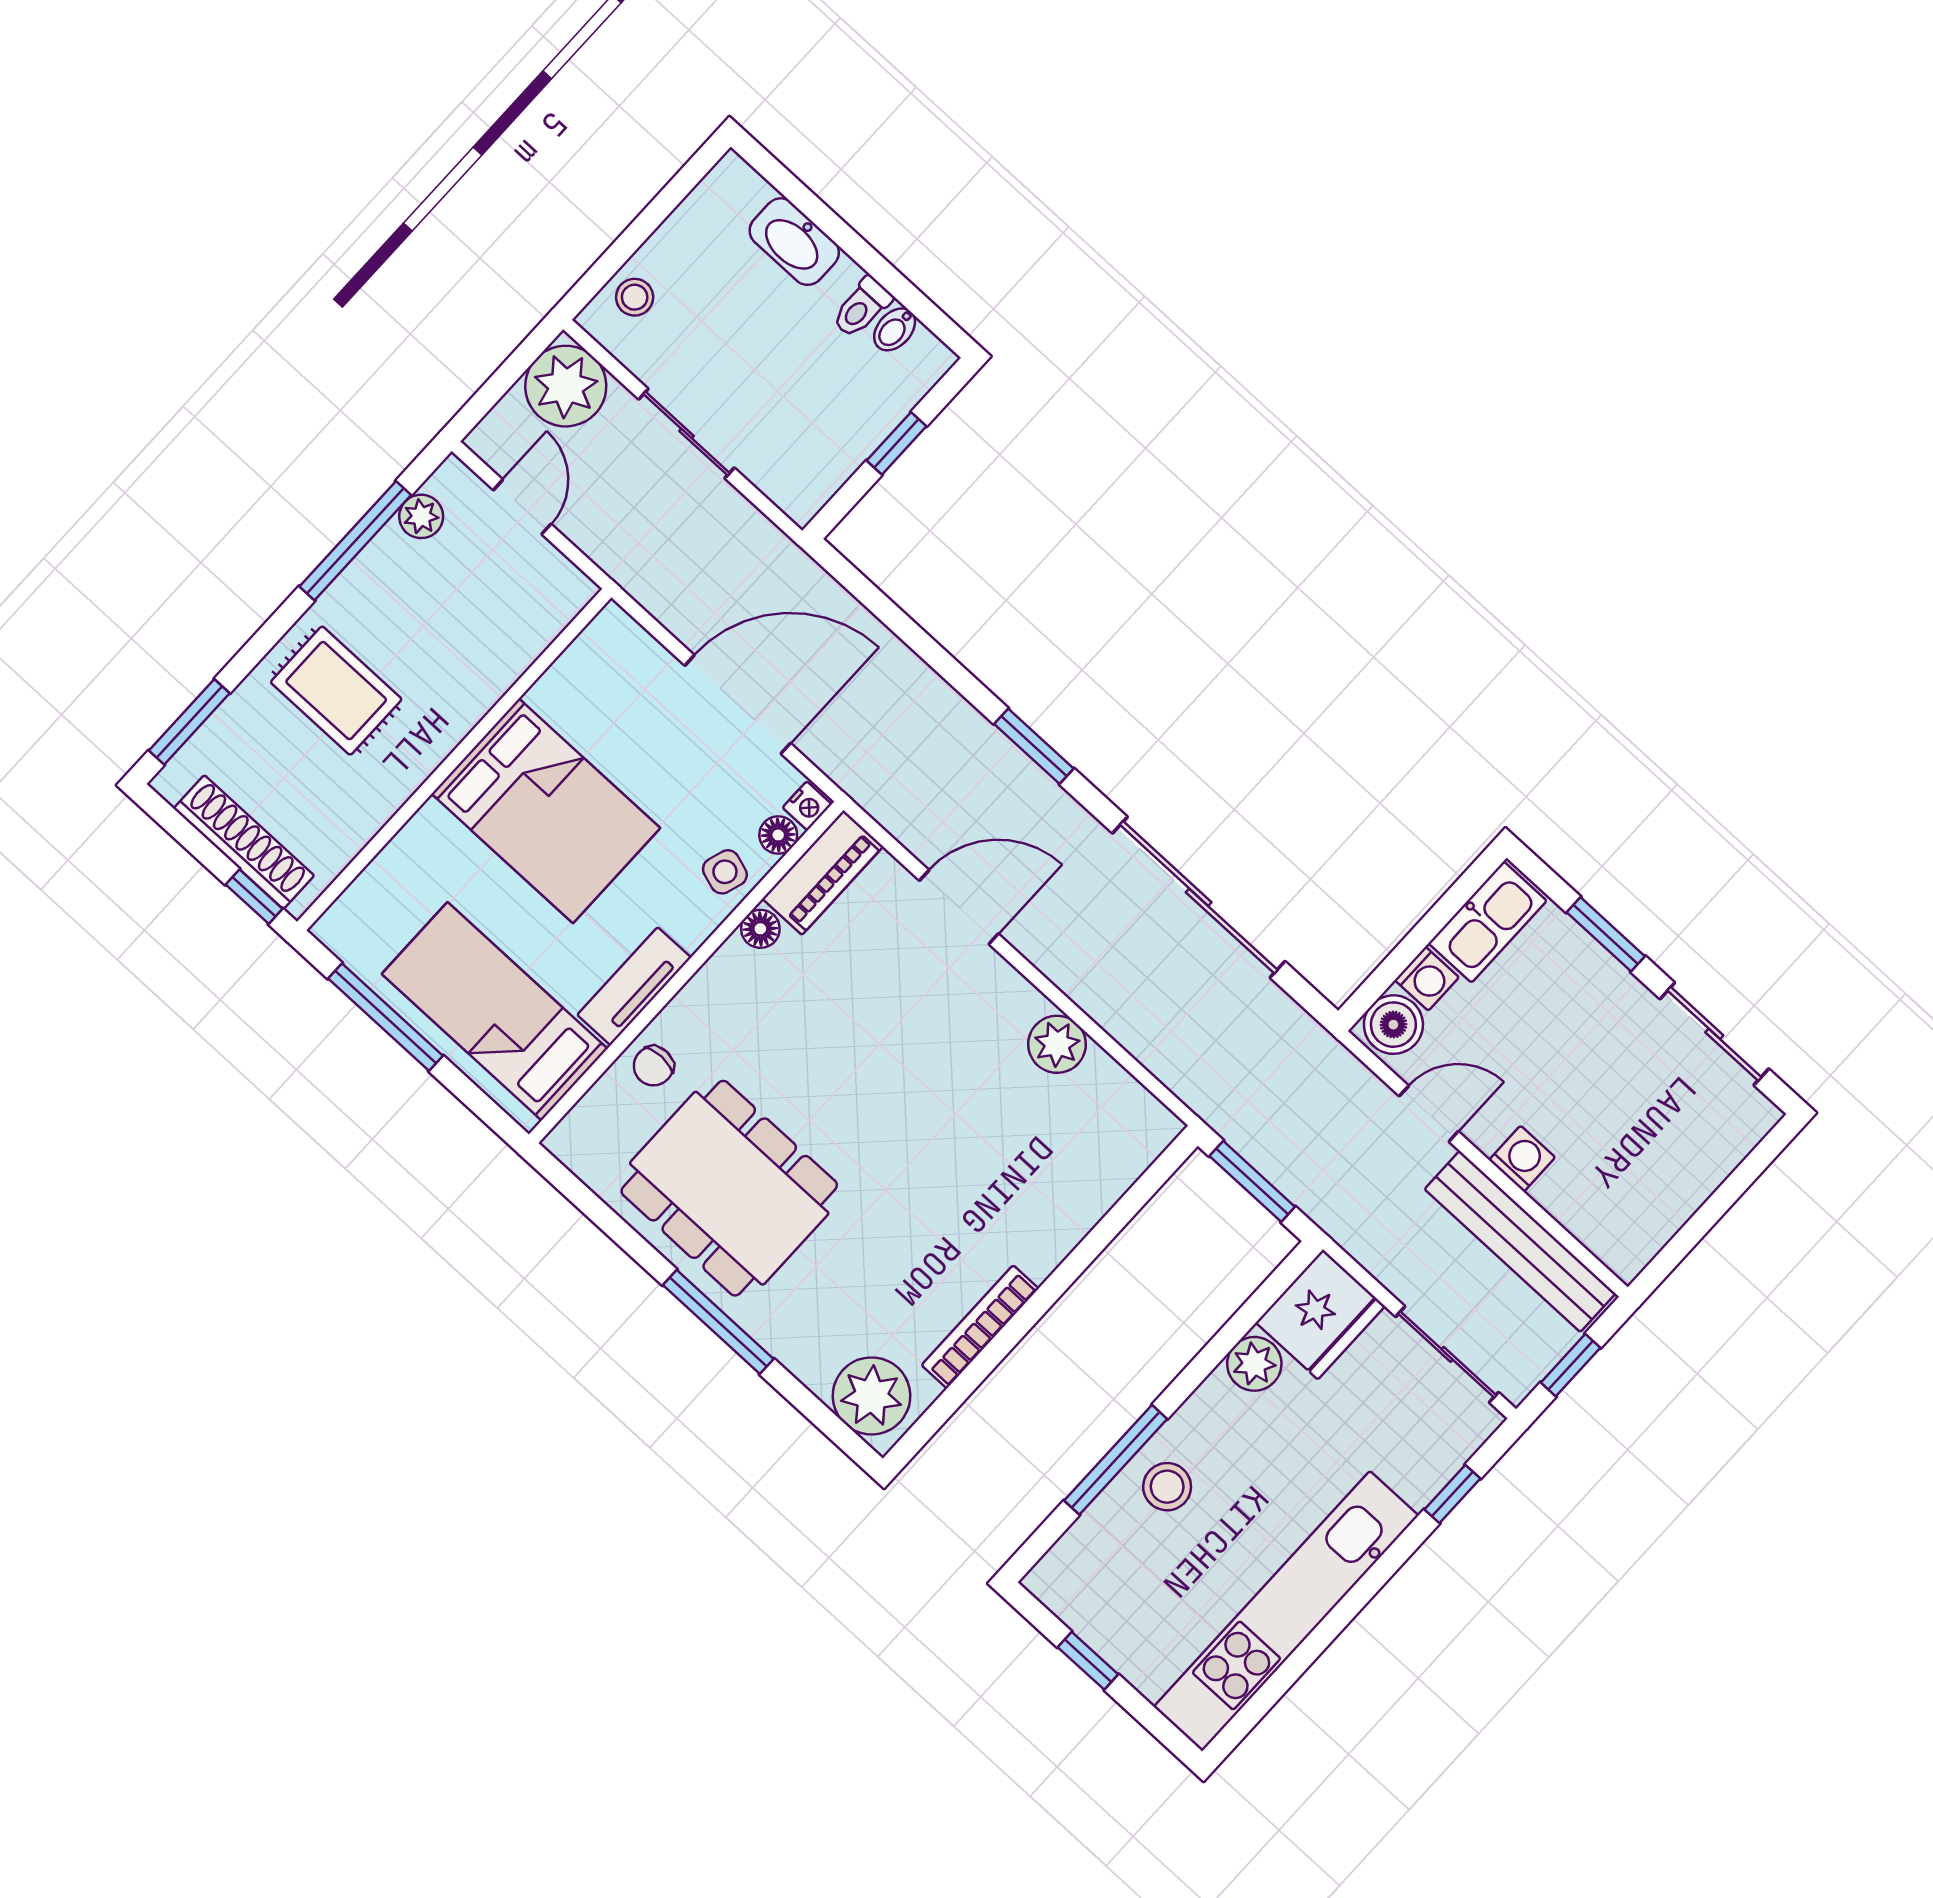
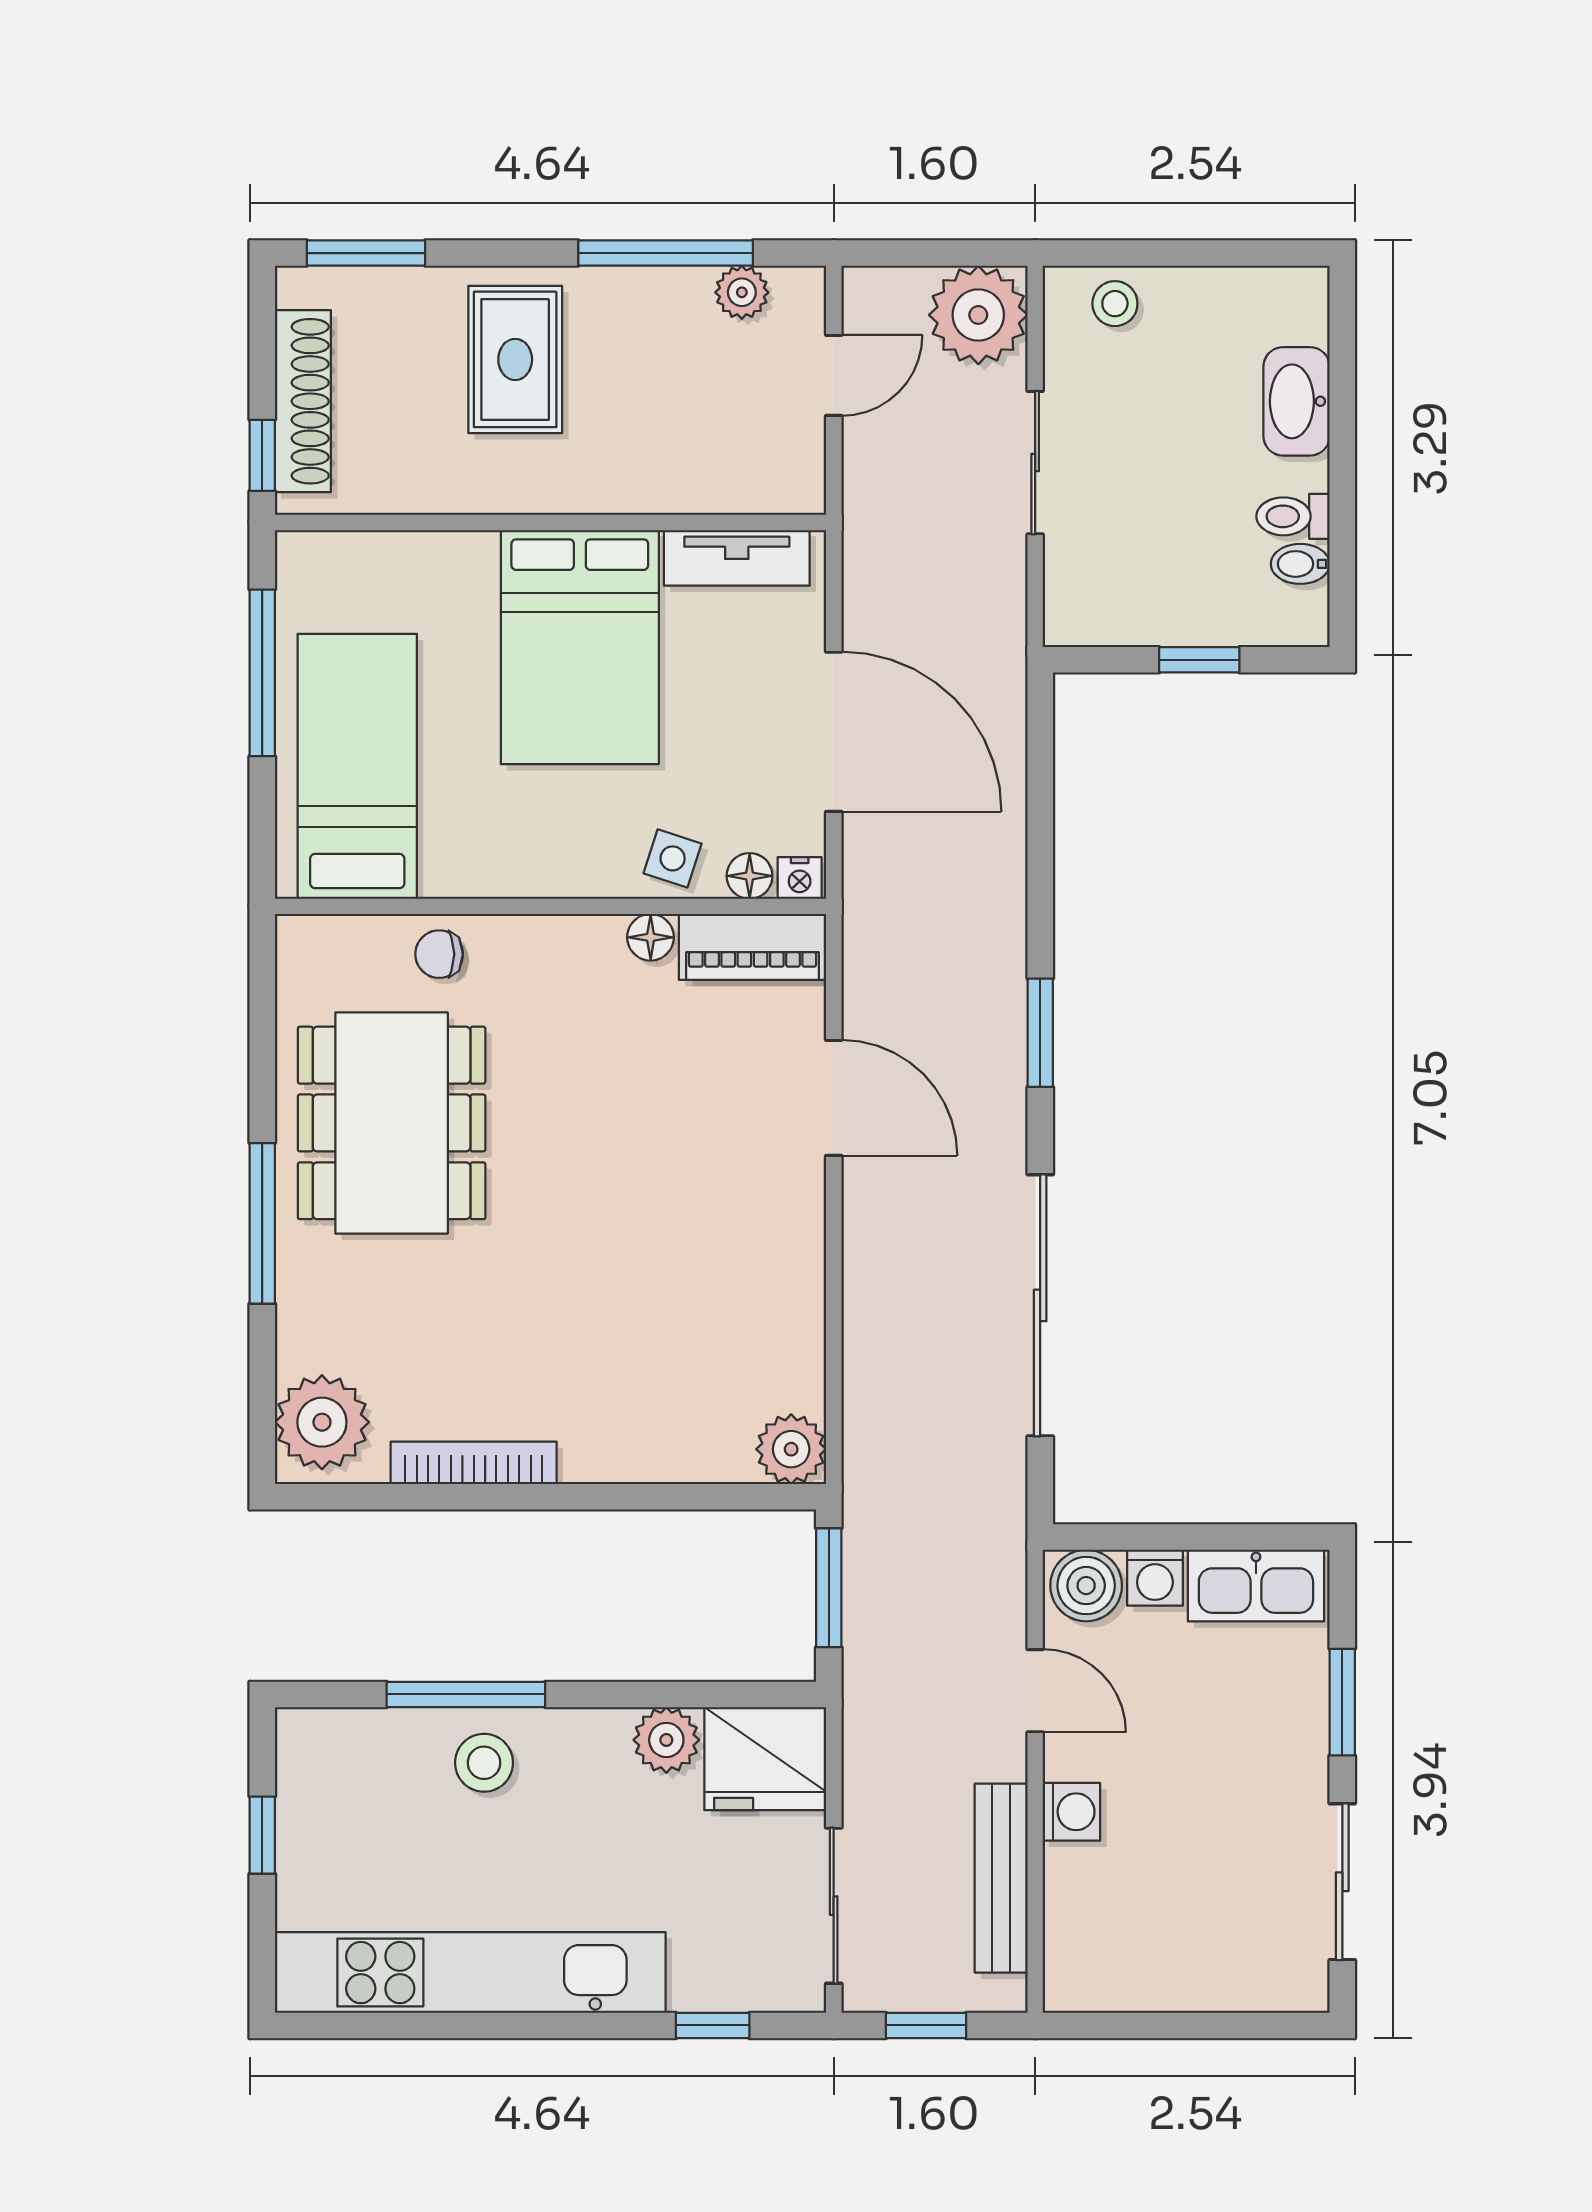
tv unit: (634, 986) -> (737, 558), moved, turned 180
plant: (1057, 1044) -> (791, 1449), moved
bench: (1520, 1241) -> (1001, 1878), width x0.73, depth x0.82

